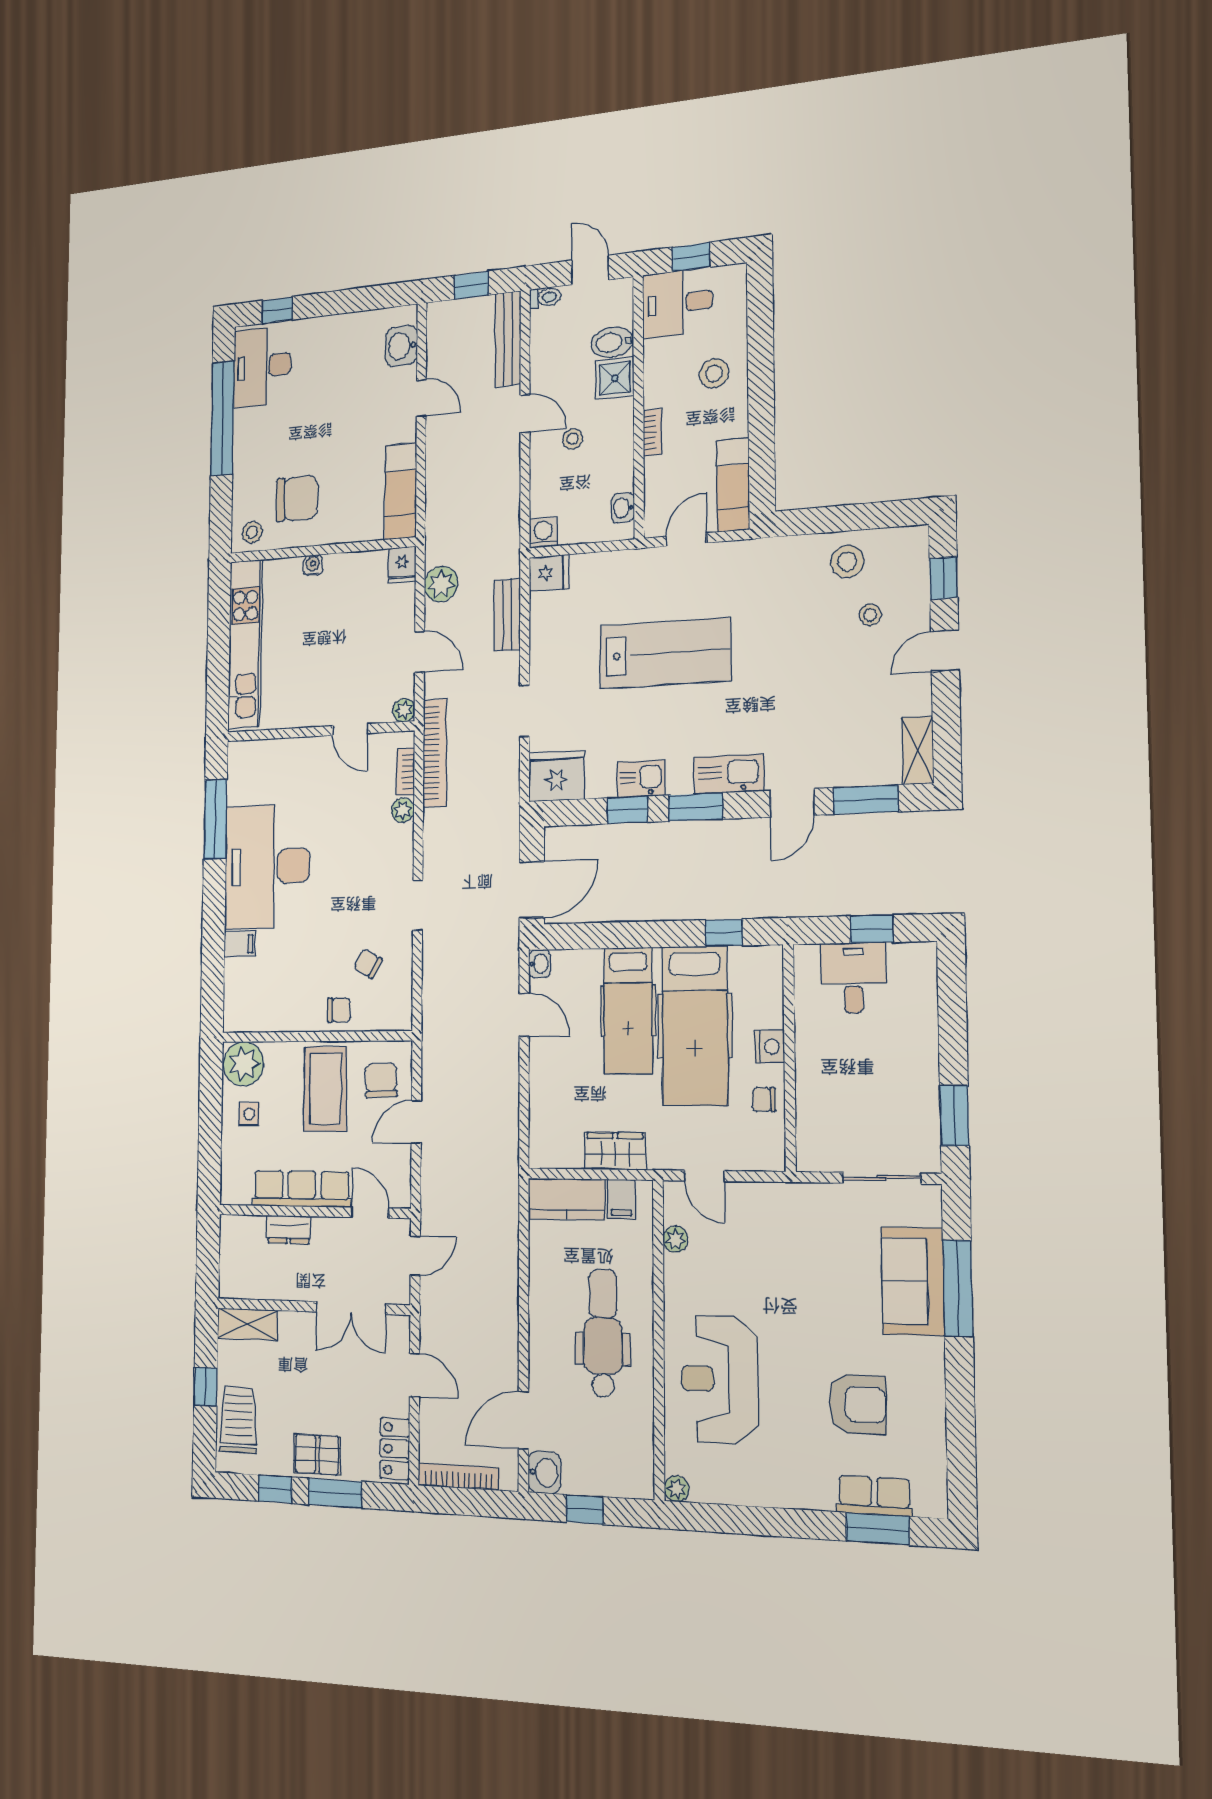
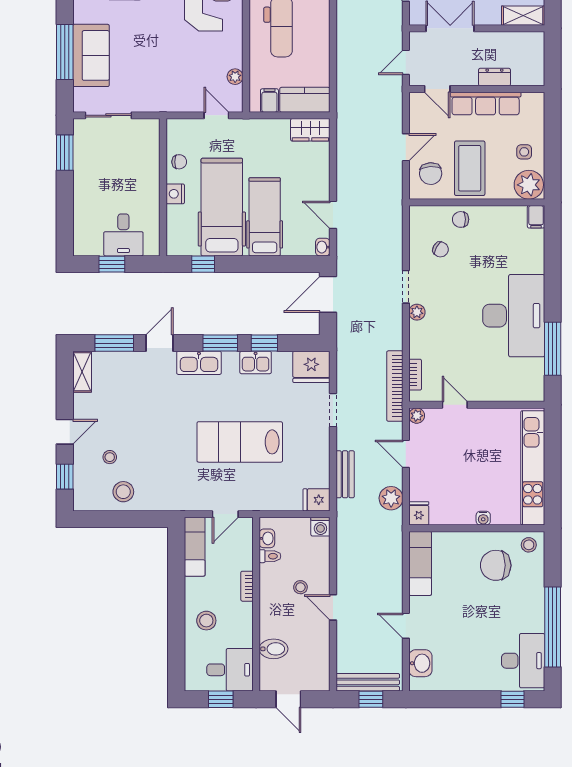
toilet: (545, 297) -> (270, 556), moved, turned 180
bench: (508, 339) -> (368, 682), moved, turned 90
shower: (615, 378) -> (272, 625), removed
plant: (403, 810) -> (417, 312), moved
filing cabinet: (240, 944) -> (536, 217), moved, turned -90
wardrobe: (615, 1151) -> (310, 130), moved

